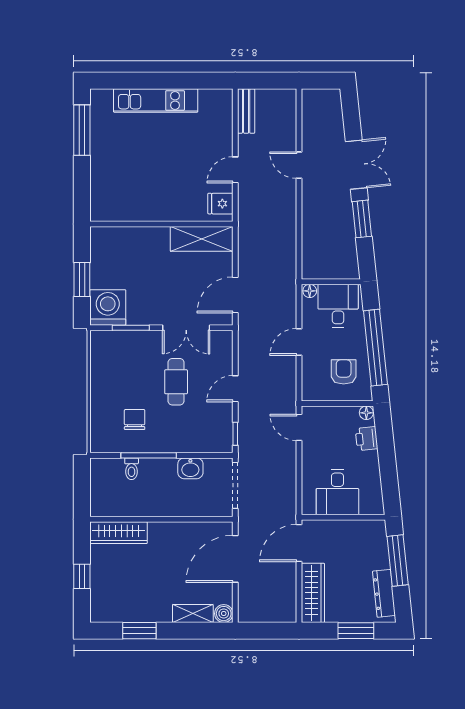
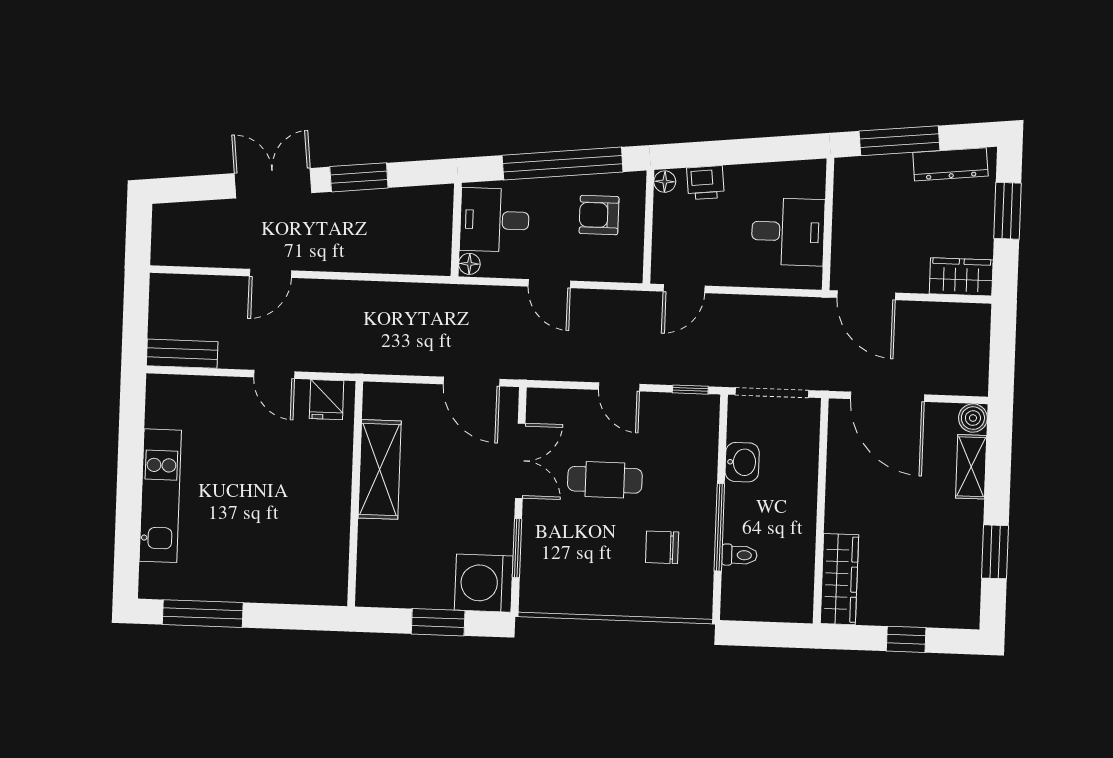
shelving: (202, 239) -> (380, 469), moved
wardrobe: (313, 593) -> (961, 277), width x0.67

